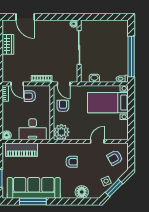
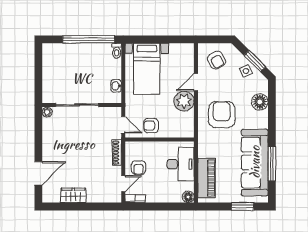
door: (64, 84) -> (123, 125), hinge flipped
plant: (61, 132) -> (184, 101), moved
door: (97, 141) -> (196, 82), hinge flipped
armchair: (72, 162) -> (222, 115), width x1.88, depth x1.88

